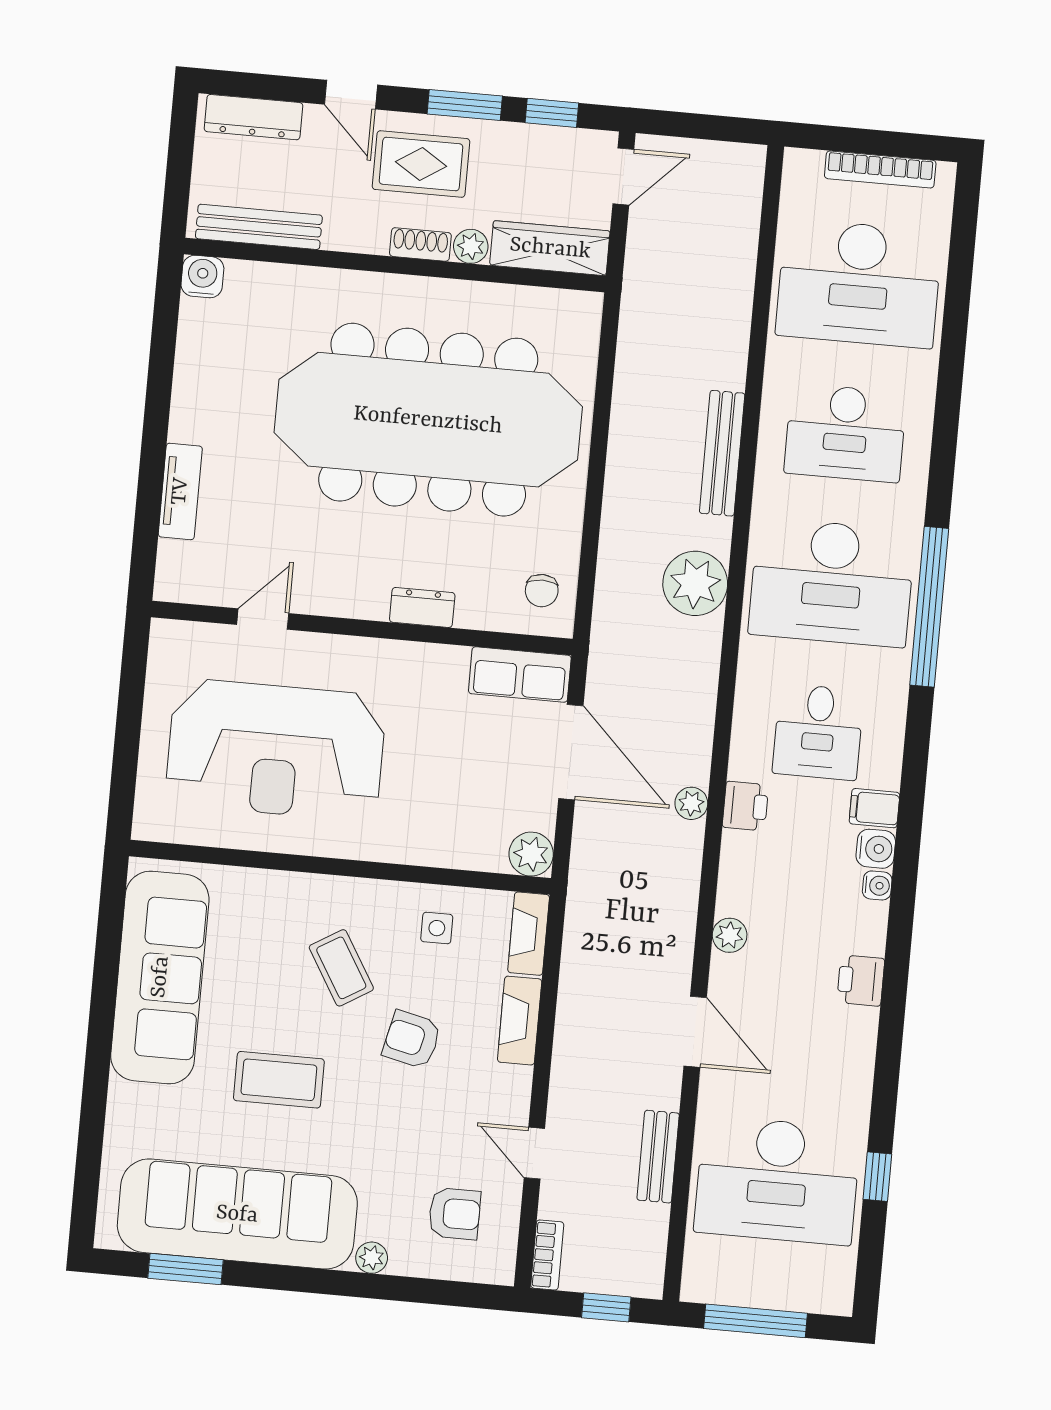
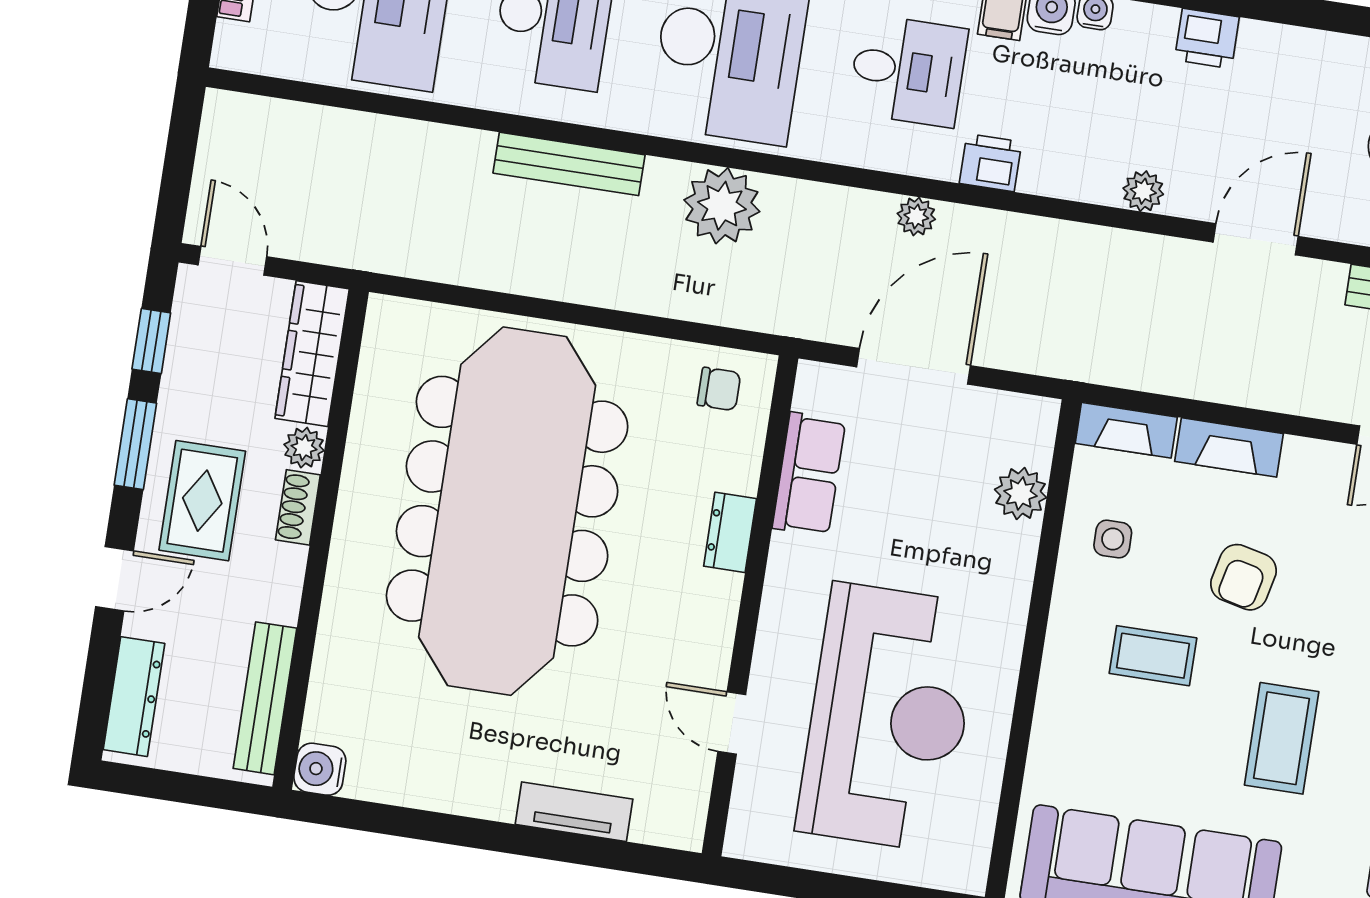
row of seats: (520, 675) -> (809, 474), moved
plant: (691, 803) -> (916, 216), moved
plant: (531, 854) -> (1021, 494), moved
coffee table: (341, 968) -> (1153, 656), turned 31

